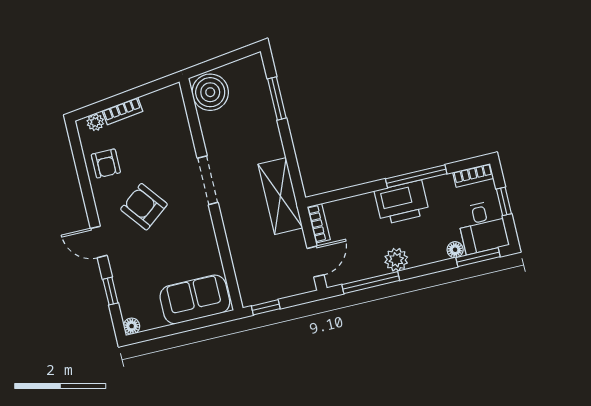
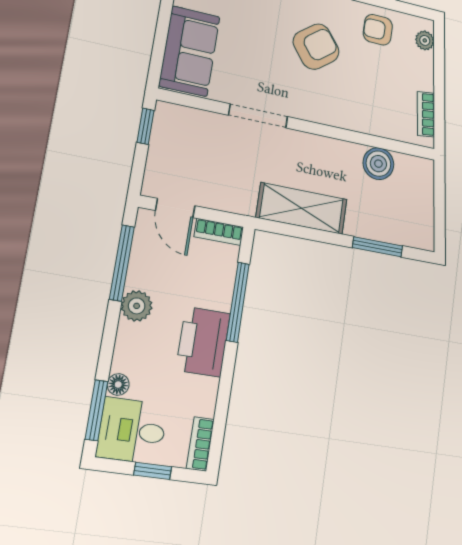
boiler: (210, 92) -> (378, 164), moved, width x0.73, depth x0.73
bookcase: (122, 111) -> (426, 114), moved
window: (416, 176) -> (238, 302), moved
doorway: (208, 180) -> (258, 116), moved
shelving: (280, 196) -> (302, 208), moved

